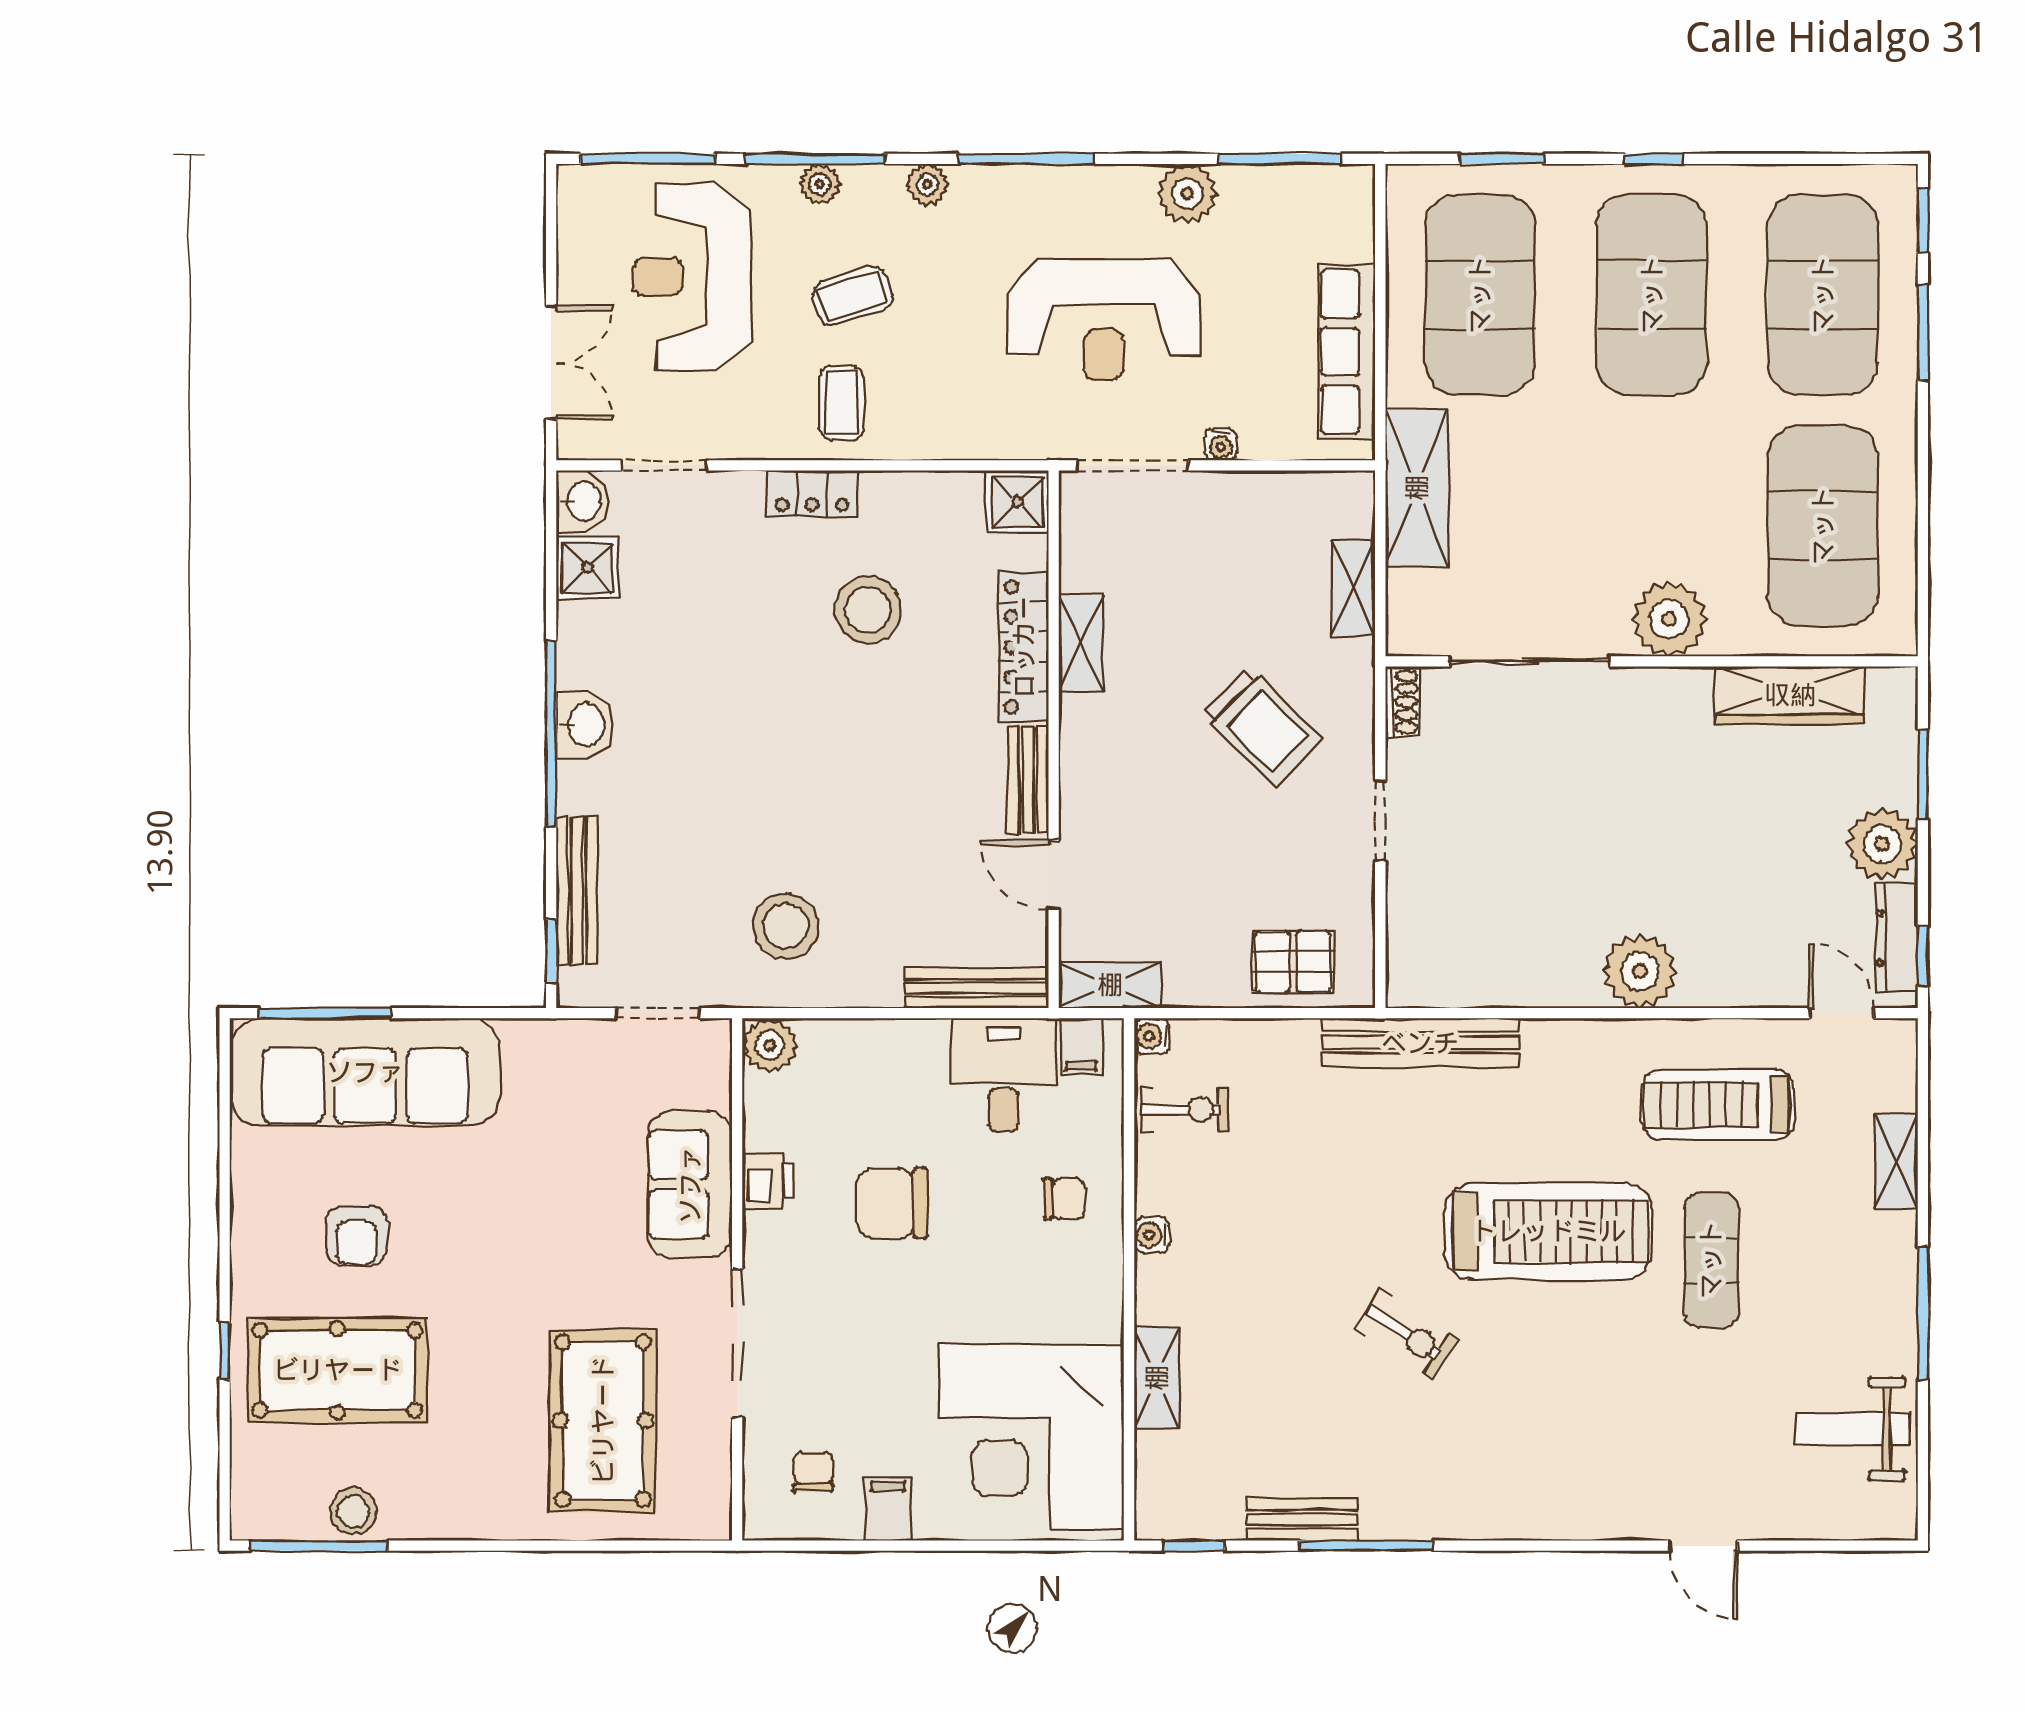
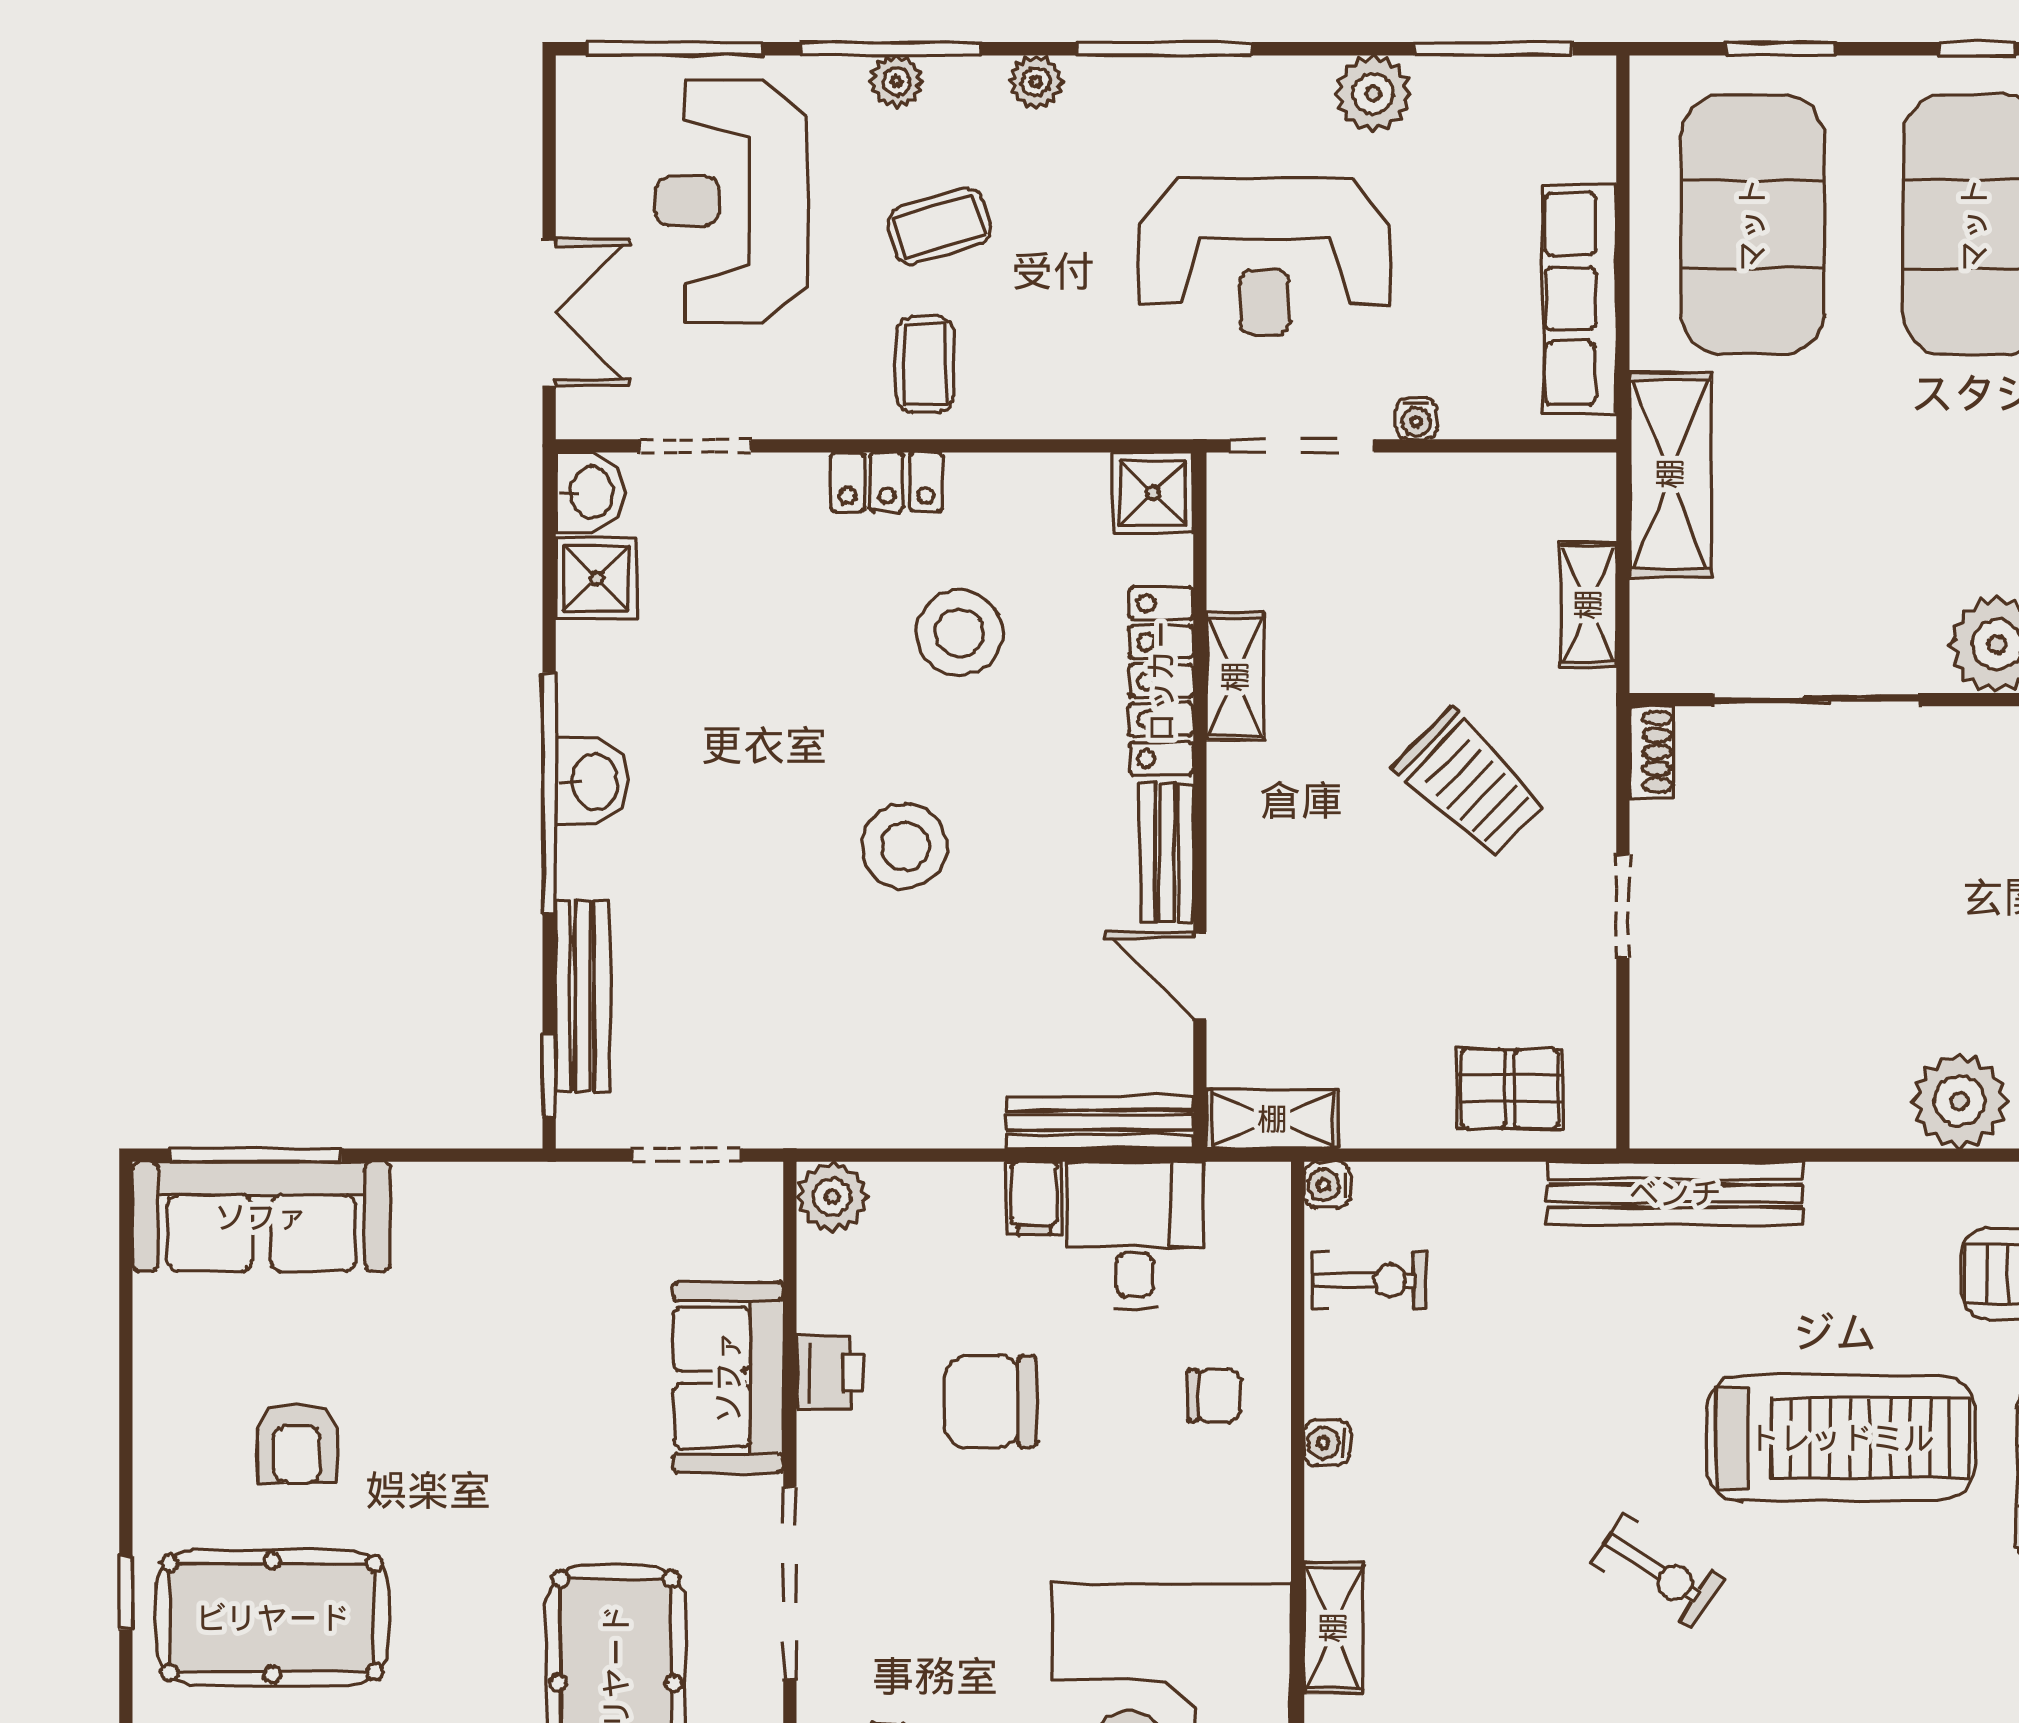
stool: (786, 926) -> (905, 846), moved
filing cabinet: (1081, 1046) -> (1034, 1198), moved
sofa: (365, 1072) -> (261, 1217), width x0.74, depth x0.79

